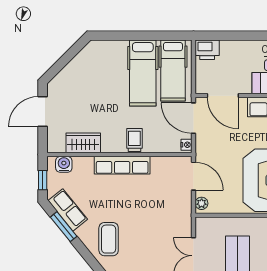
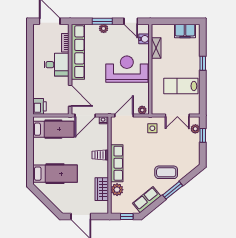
hospital bed: (143, 73) -> (55, 174), moved
door: (223, 96) -> (70, 96), hinge flipped
water cooler: (64, 164) -> (116, 202), removed
plant: (83, 166) -> (117, 190), added
side table: (175, 218) -> (152, 128), added
window: (64, 227) -> (173, 190), moved

